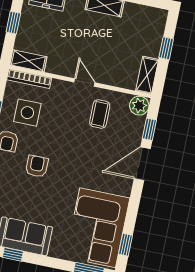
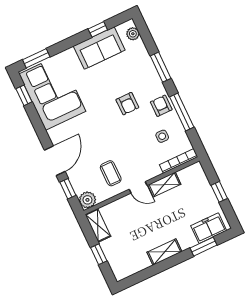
shelving: (28, 61) -> (164, 185), moved
side table: (27, 113) -> (162, 136), width x0.54, depth x0.54

